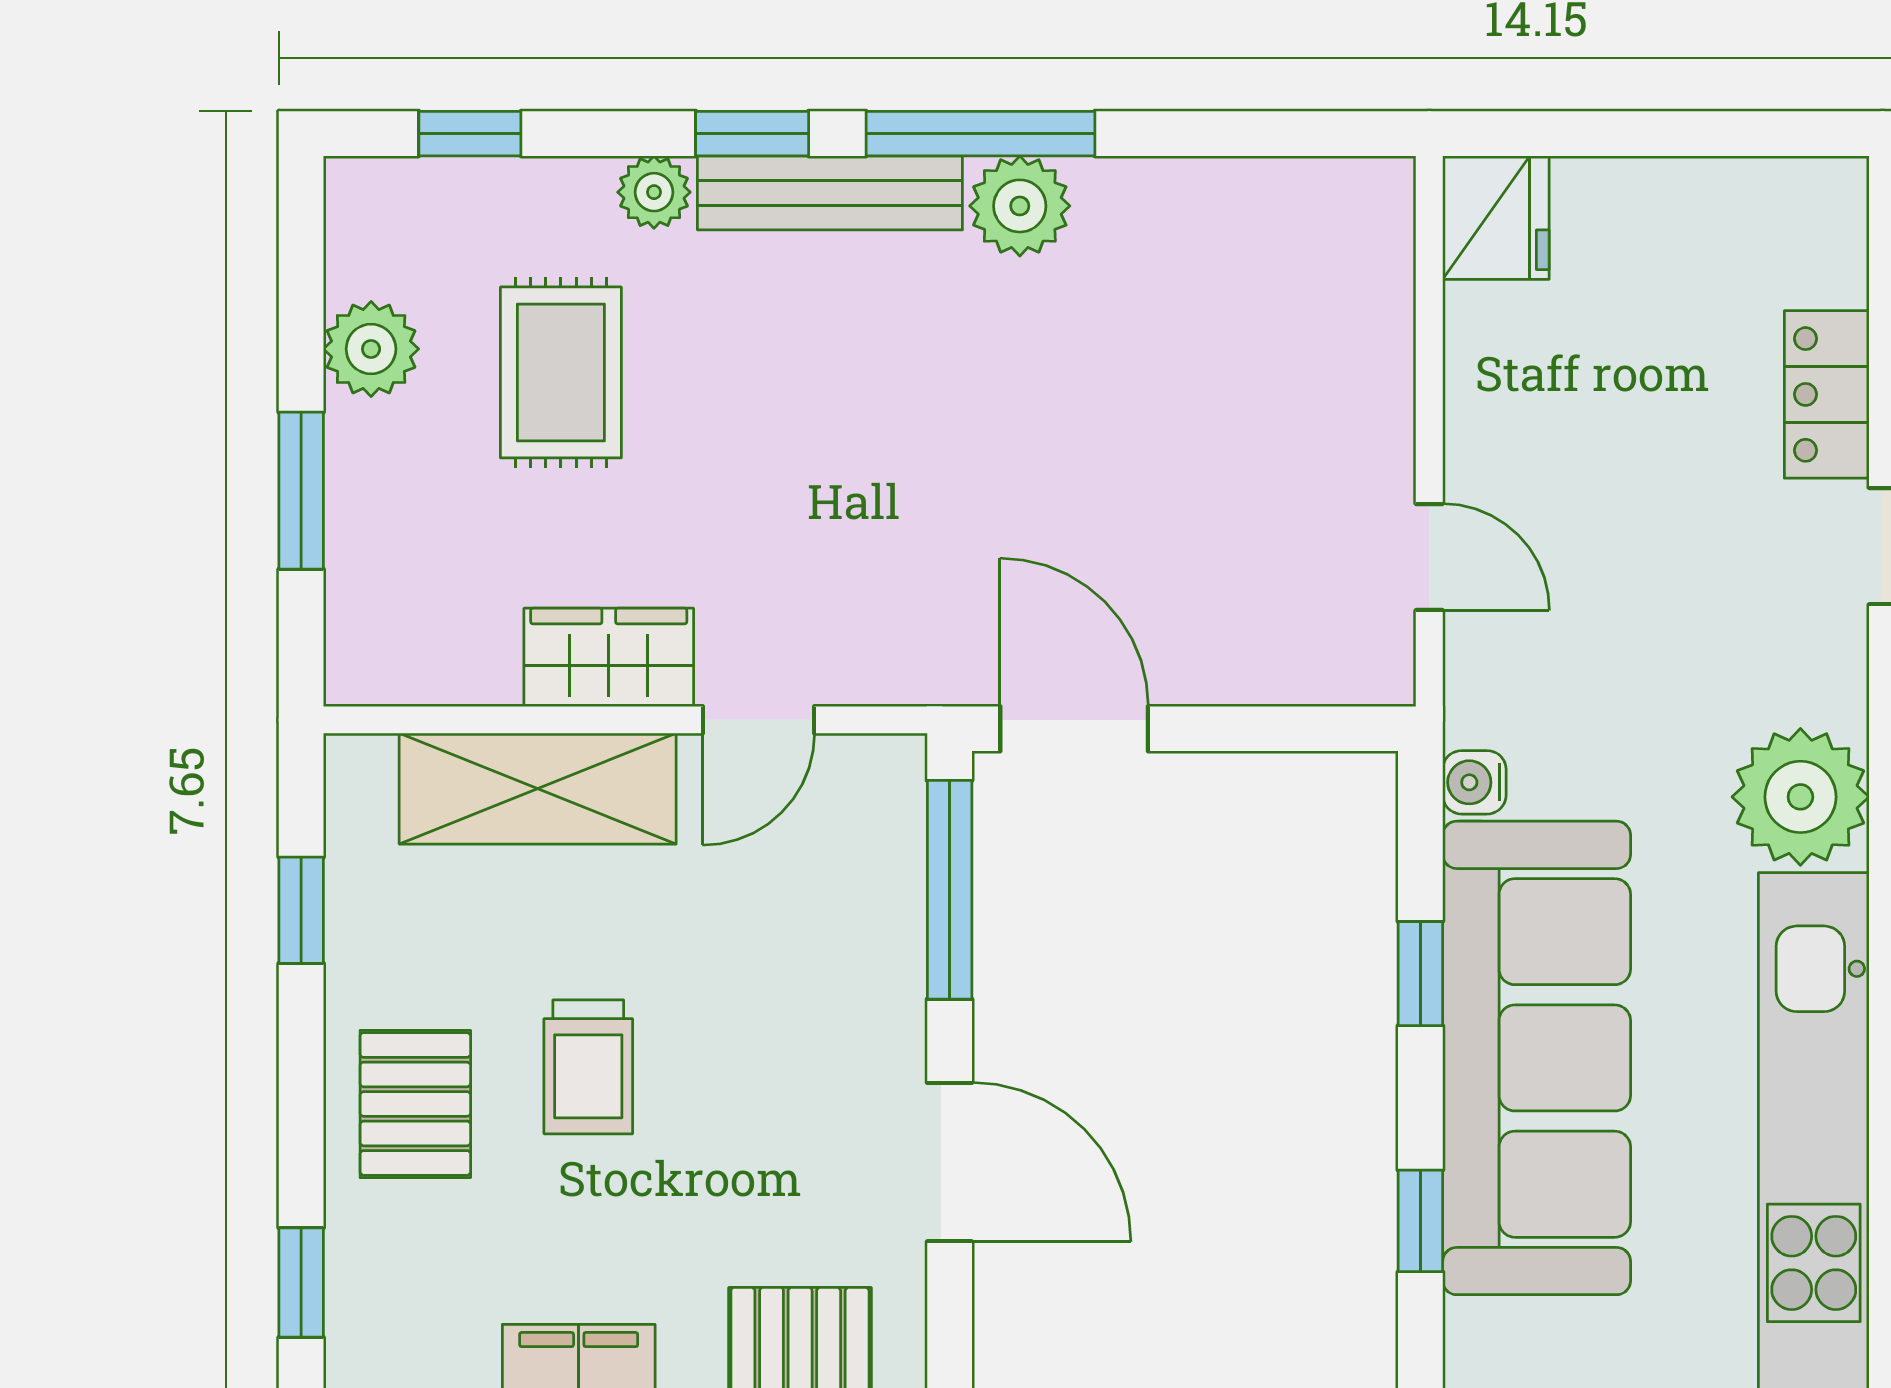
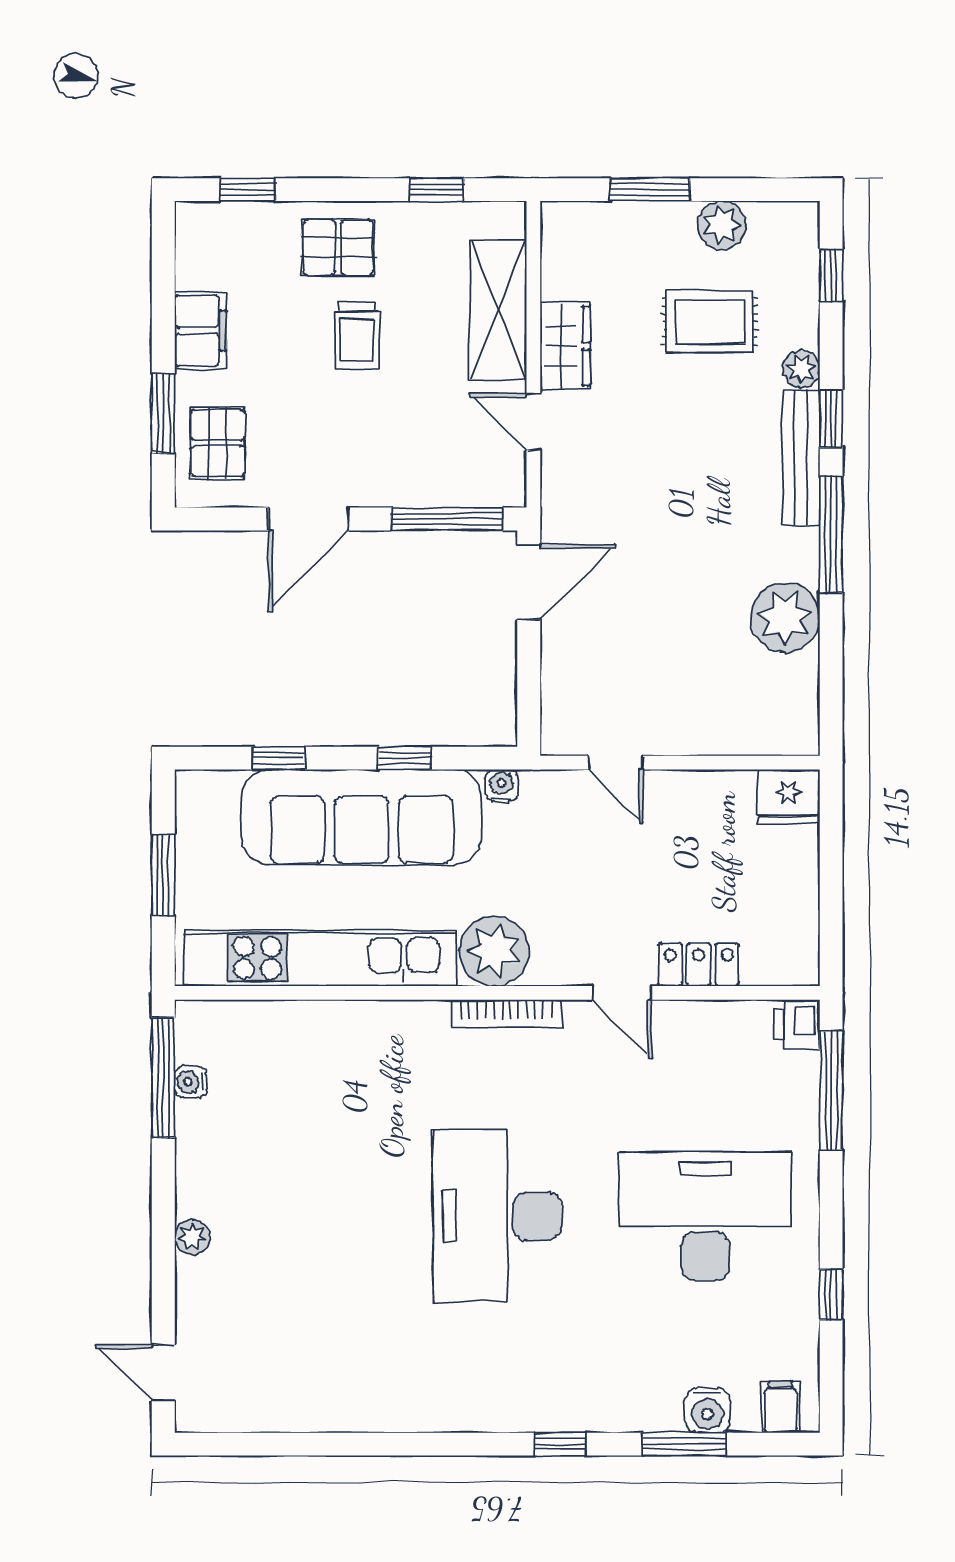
plant: (1020, 206) -> (785, 618), moved, width x1.36, depth x1.36
door: (1429, 557) -> (616, 763), hinge flipped
trolley: (588, 1067) -> (357, 335), turned -90

